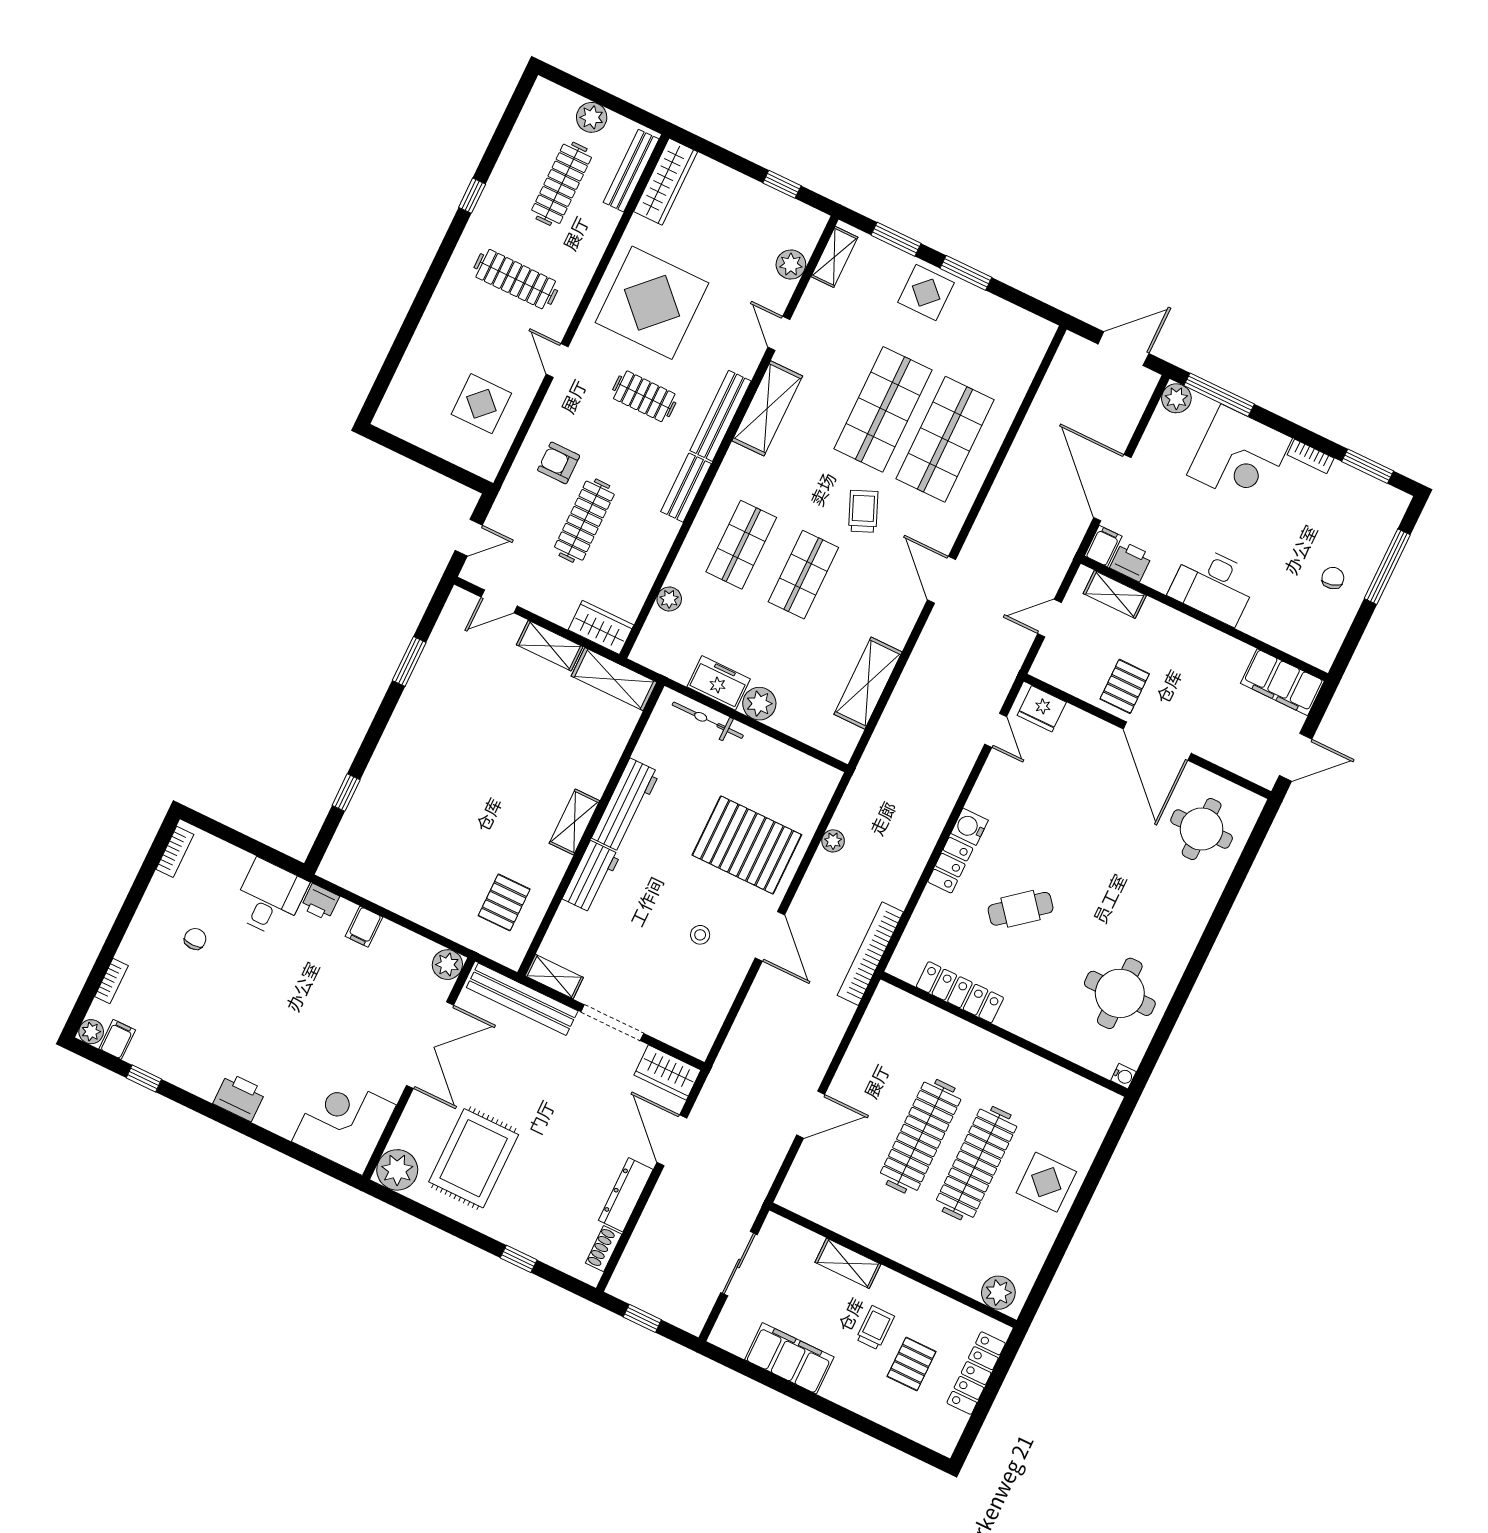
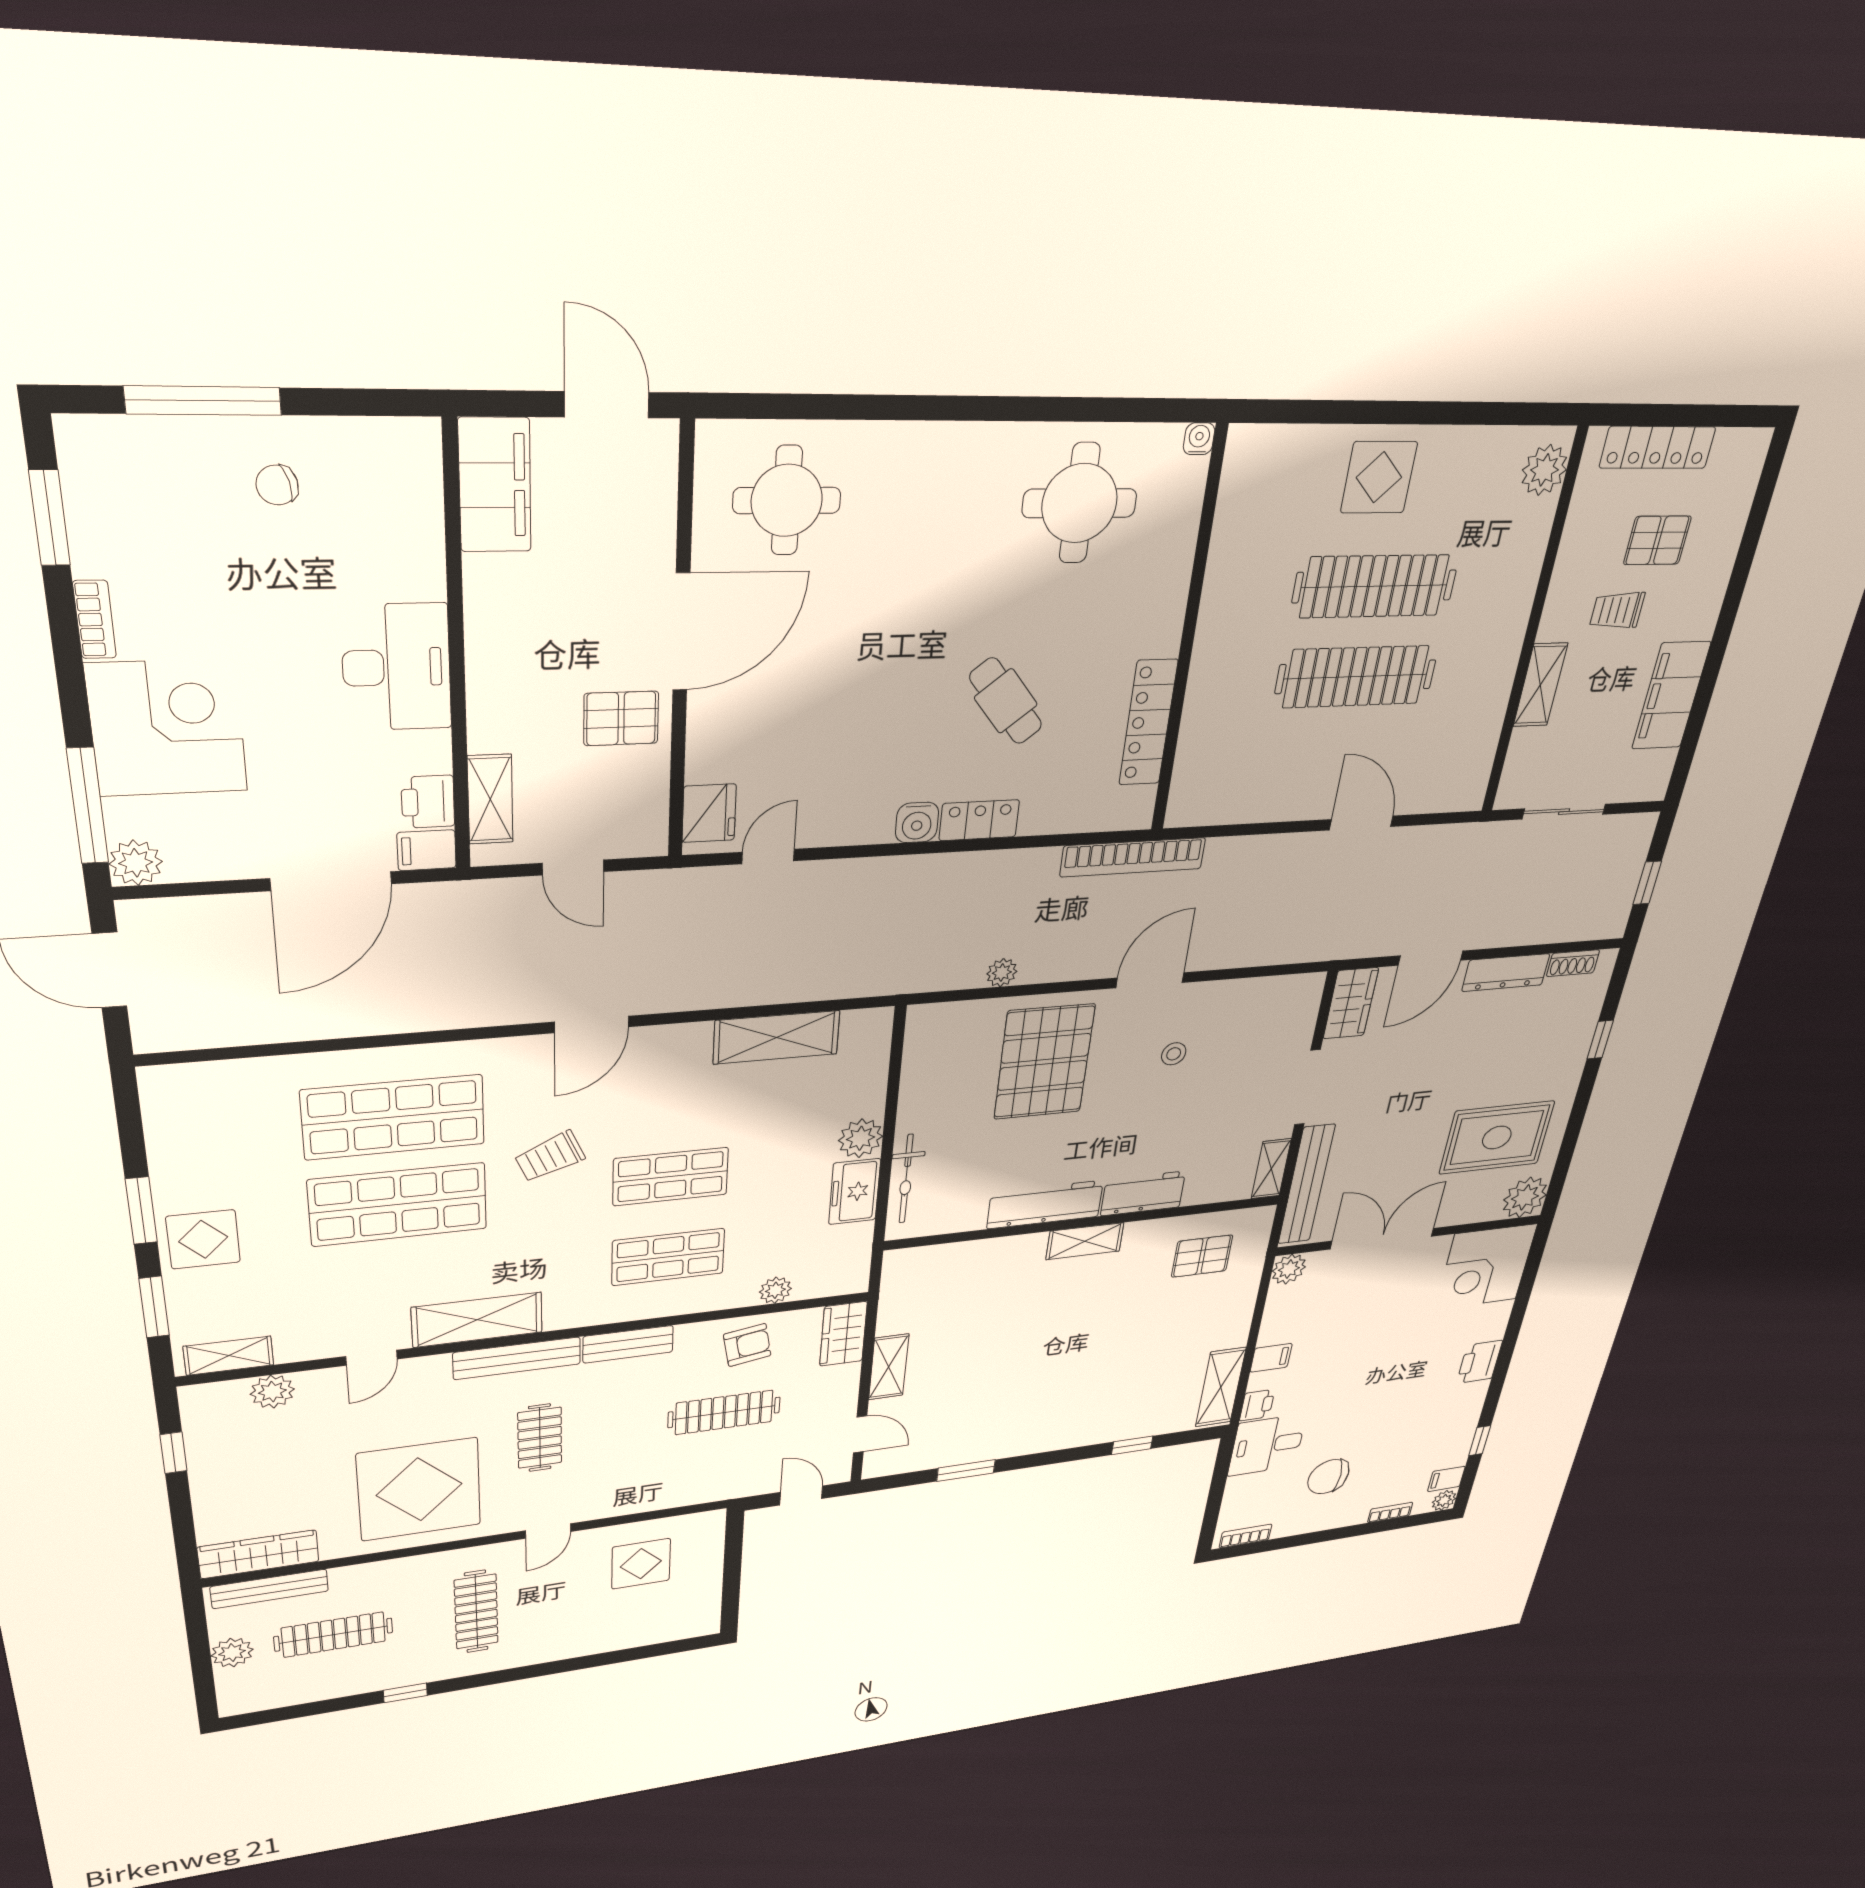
armchair: (559, 463) -> (747, 1345), moved, turned -100
shelving: (614, 679) -> (1221, 1387), moved
chair: (195, 939) -> (1328, 1477), width x1.87, depth x1.87

